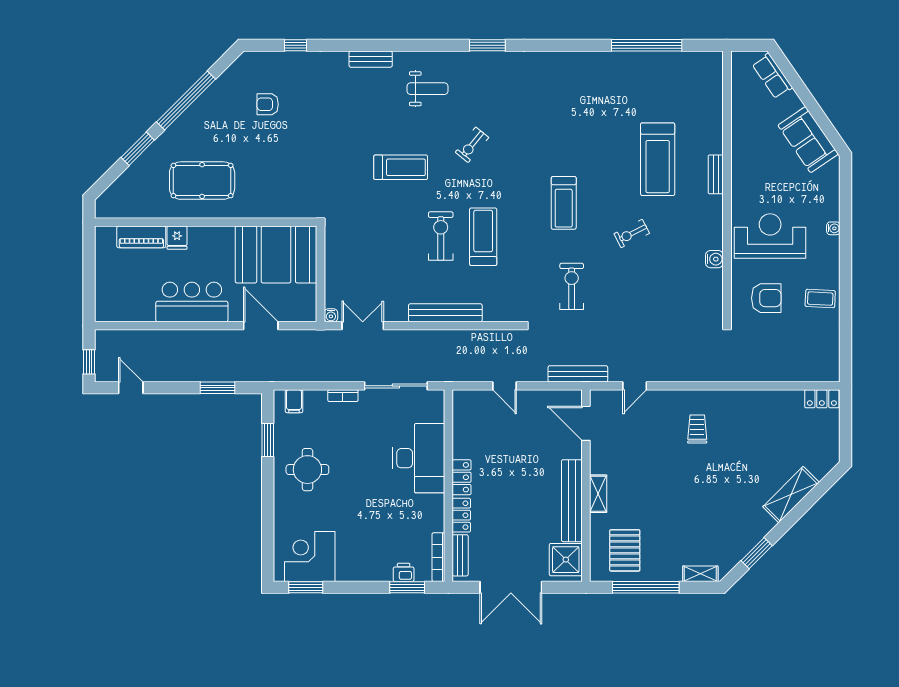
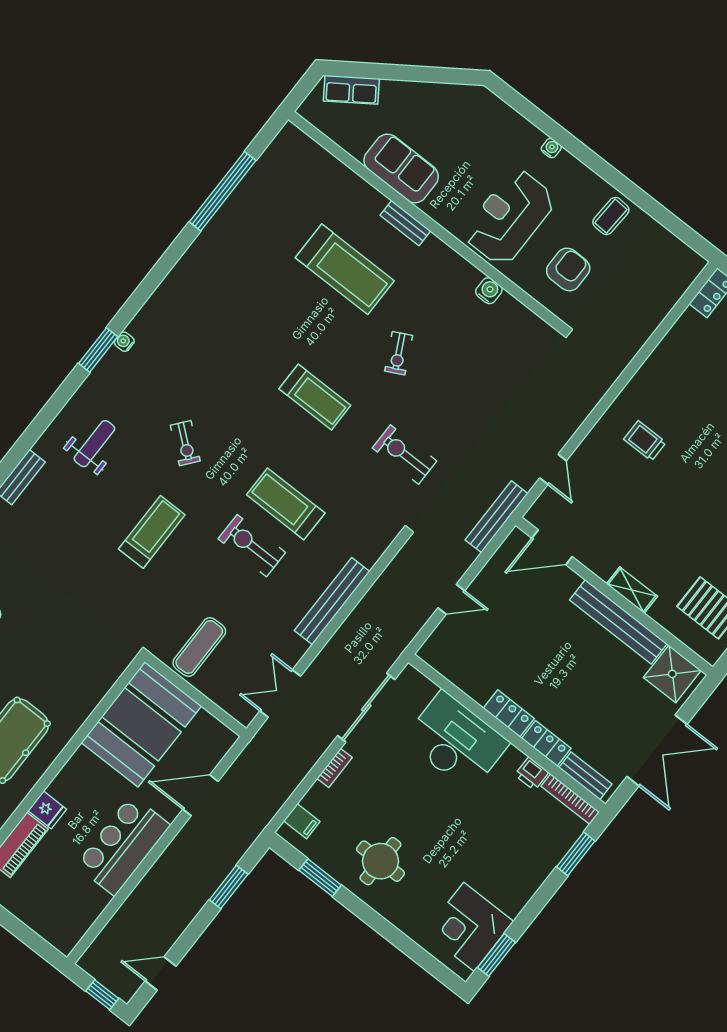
sofa: (808, 140) -> (401, 168), moved, turned -145
exercise mat: (352, 253) -> (199, 647), added
water cooler: (331, 315) -> (124, 342), moved, turned 180
printer: (404, 572) -> (532, 774), moved, turned -90

